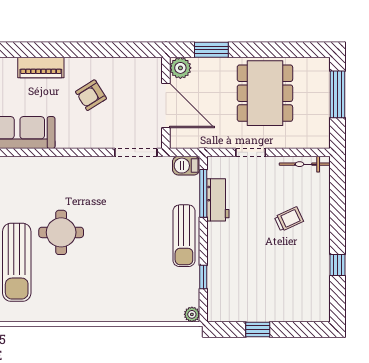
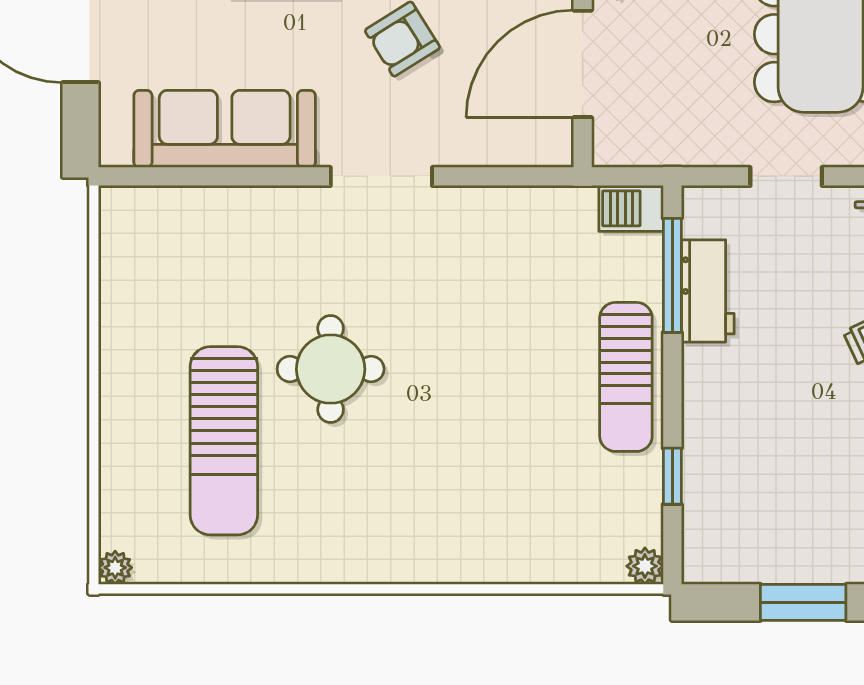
door: (166, 105) -> (583, 64), swing flipped
doorway: (136, 152) -> (381, 176), moved
window: (258, 329) -> (803, 602), width x1.50

